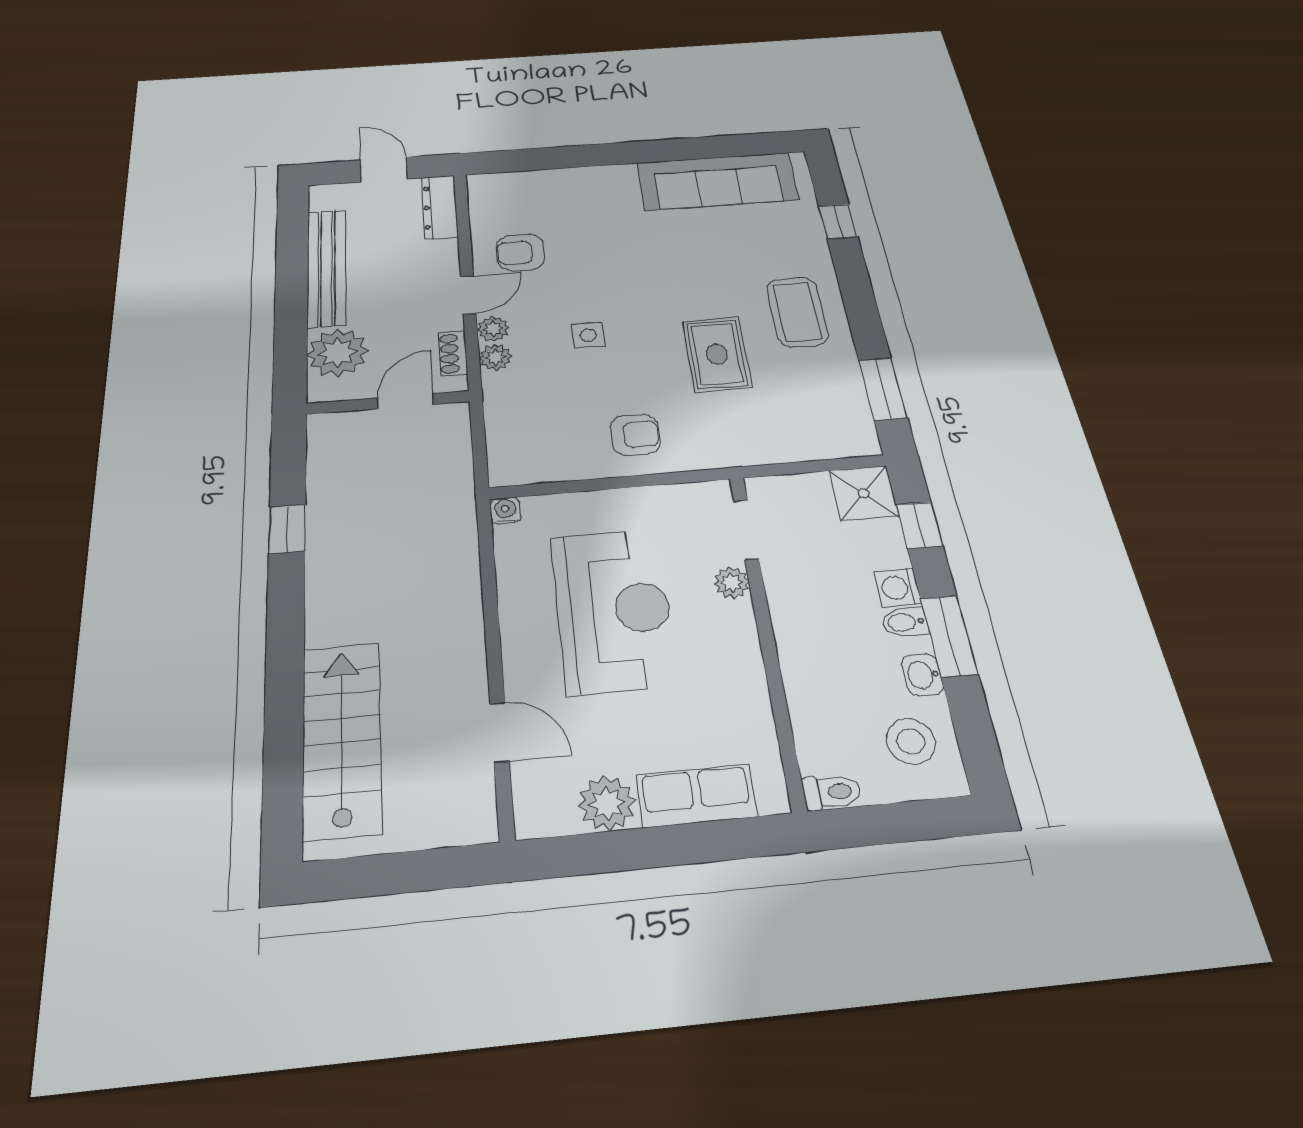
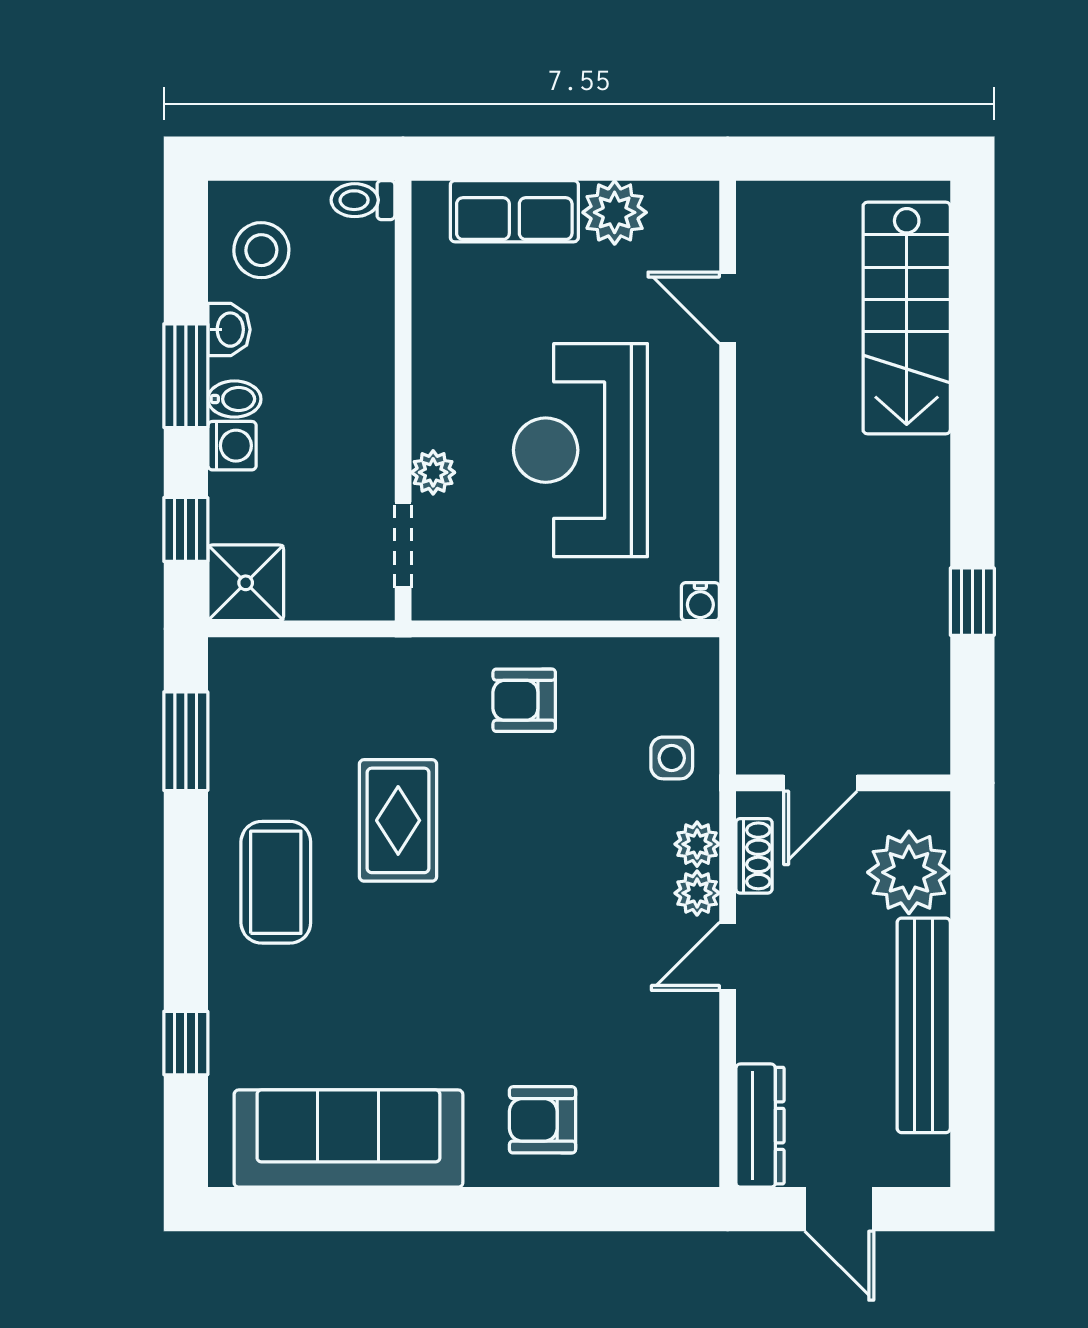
armchair: (520, 252) -> (543, 1120), moved, turned 180
side table: (588, 335) -> (672, 758), moved

